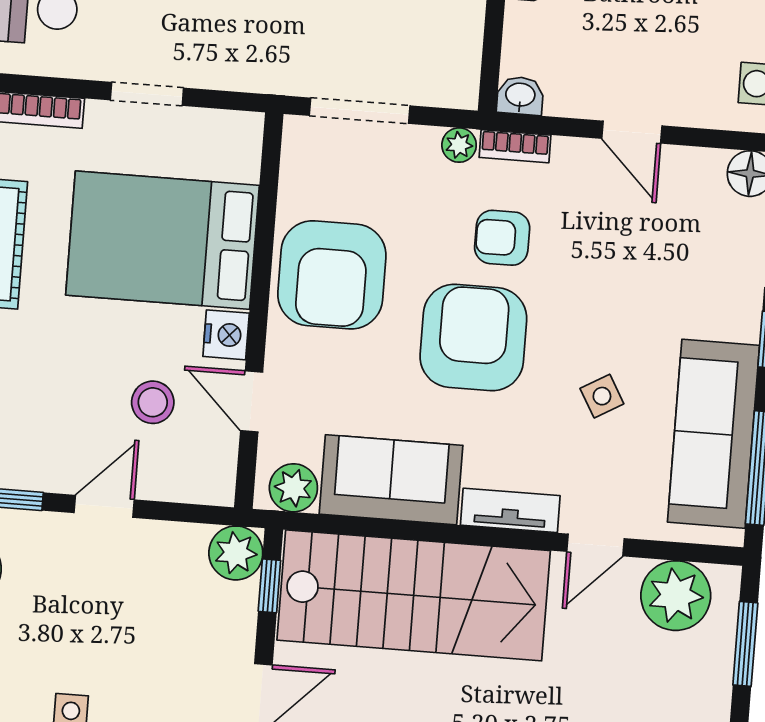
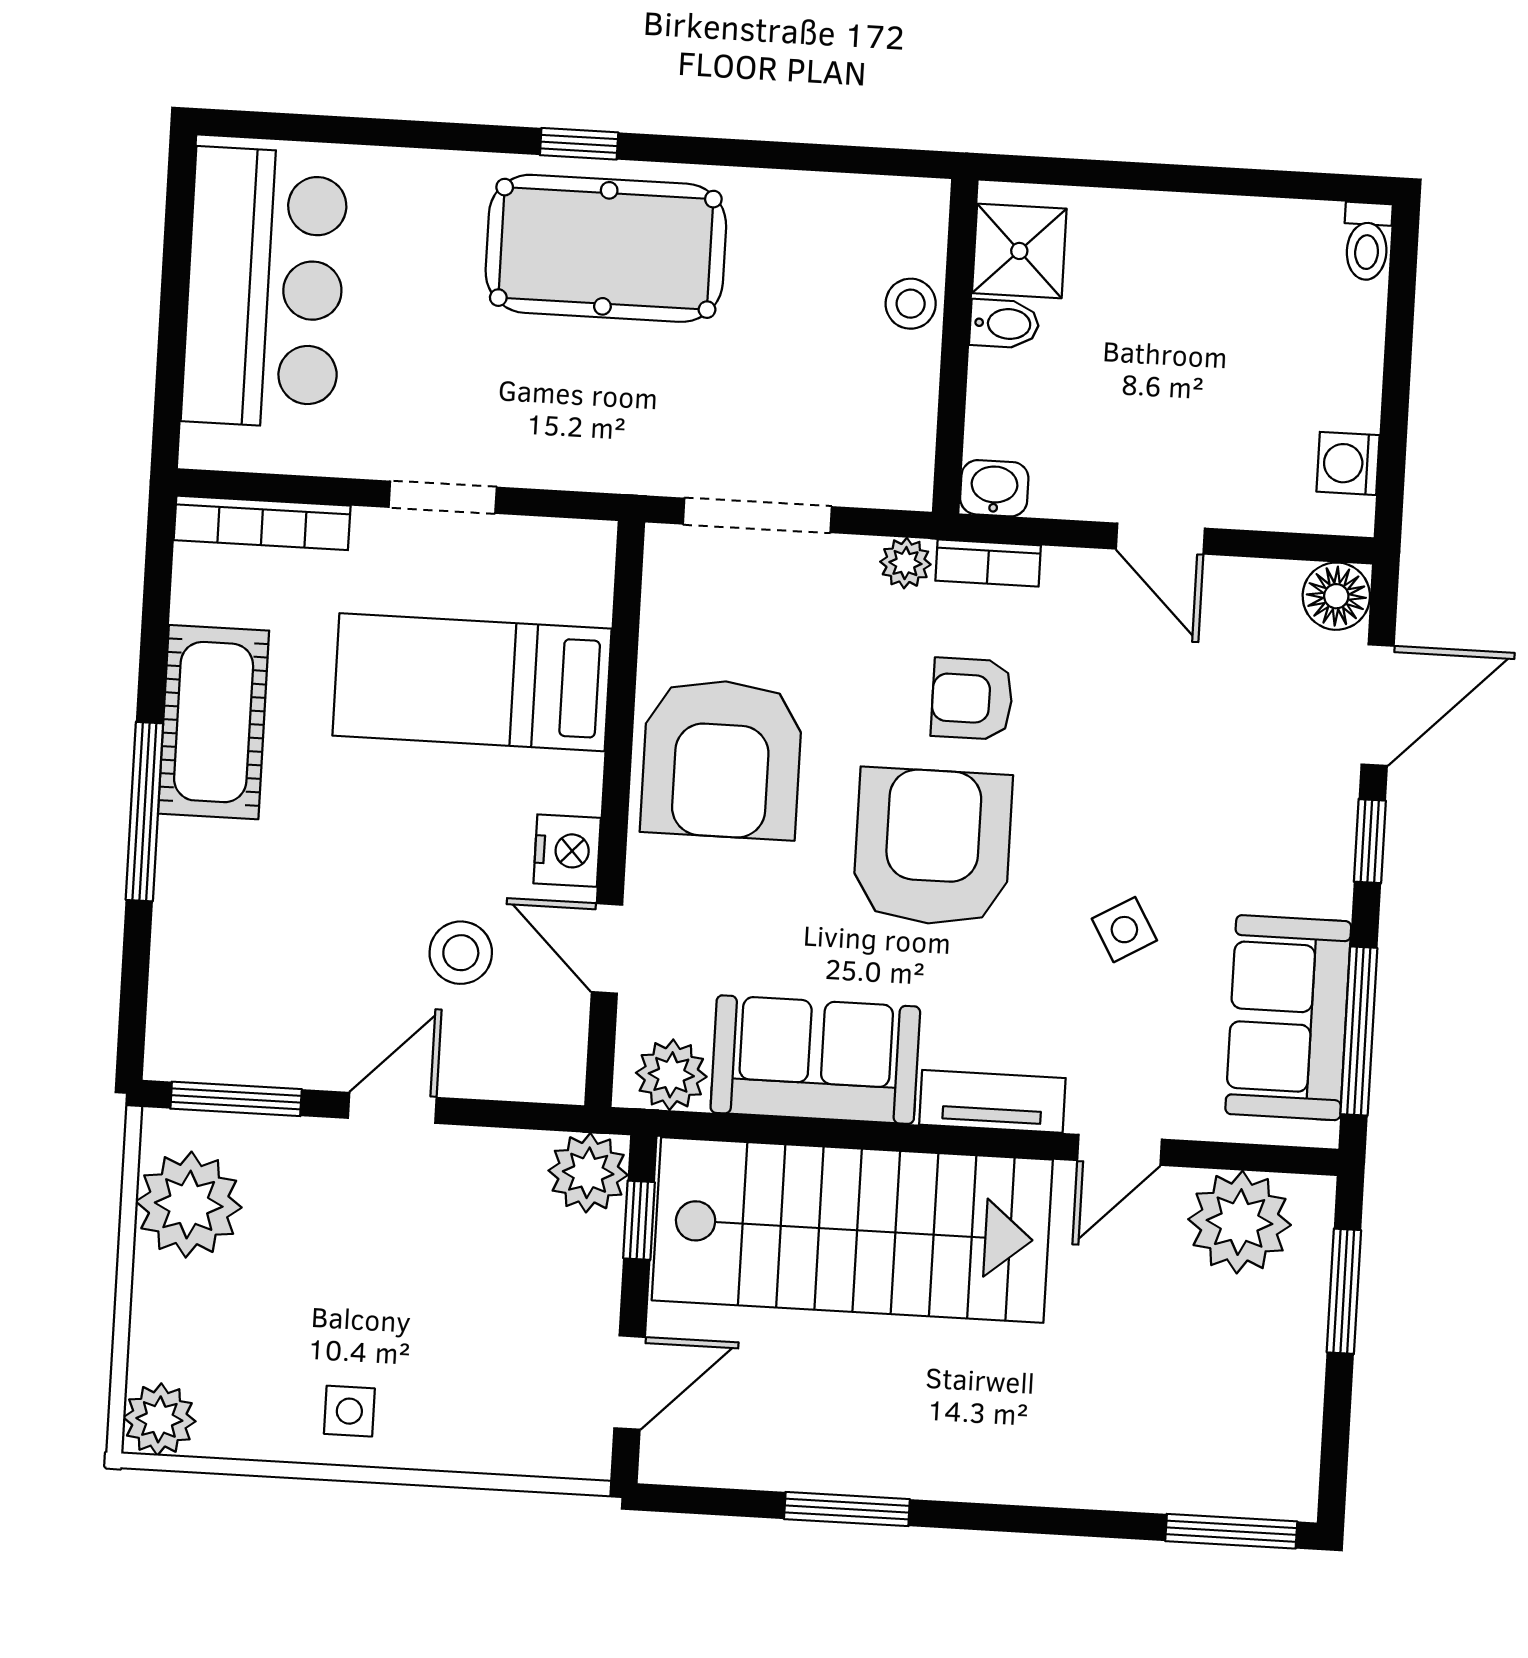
bed: (163, 240) -> (472, 682), width x0.67
sofa: (713, 434) -> (1288, 1018), width x0.73

